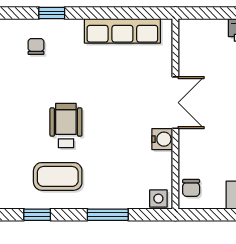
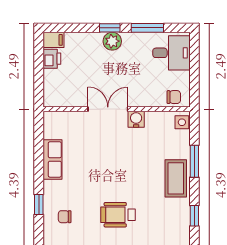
row of seats: (122, 31) -> (53, 159), width x0.68
wheelchair: (66, 126) -> (118, 215), moved
coffee table: (58, 176) -> (176, 178), moved

